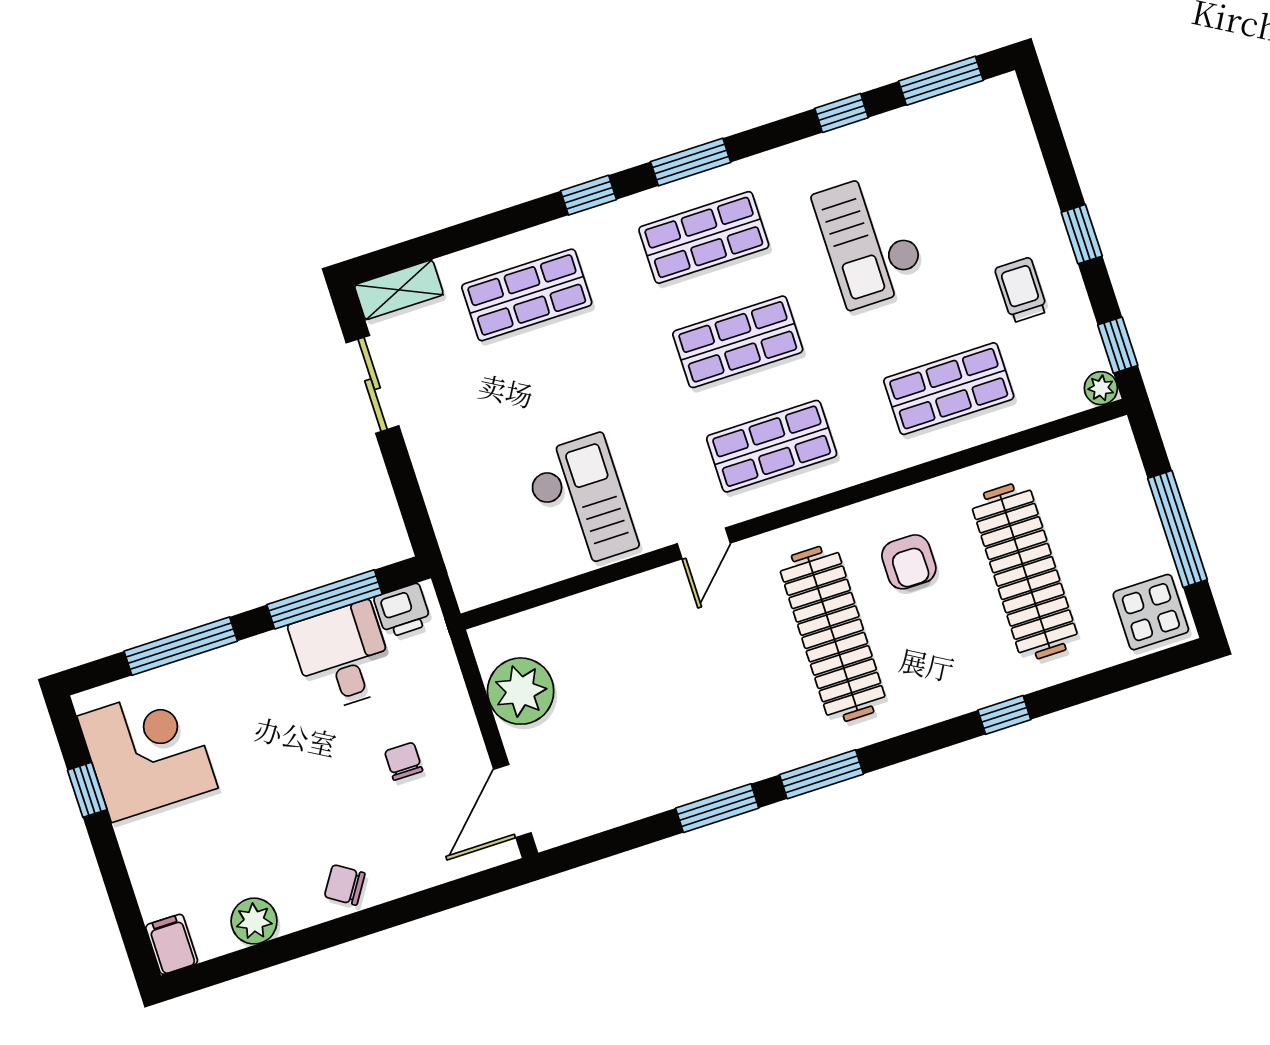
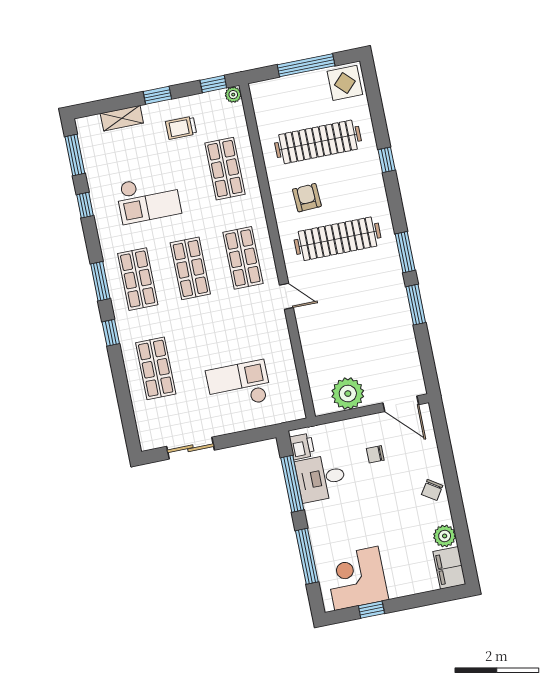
shelving: (399, 290) -> (122, 118), moved, turned 90
checkout: (581, 502) -> (239, 385), moved
armchair: (909, 562) -> (307, 198), turned -93
filing cabinet: (172, 944) -> (449, 568), width x2.00

